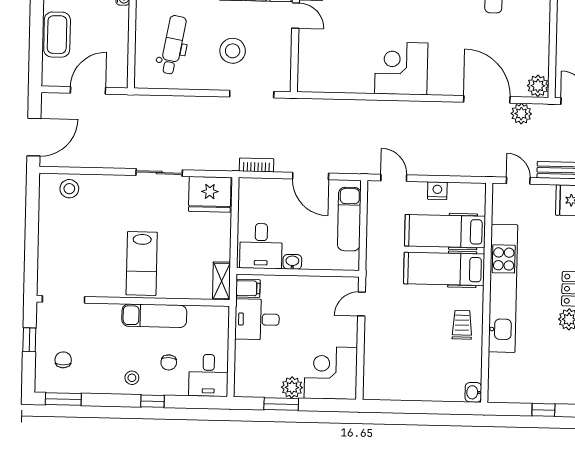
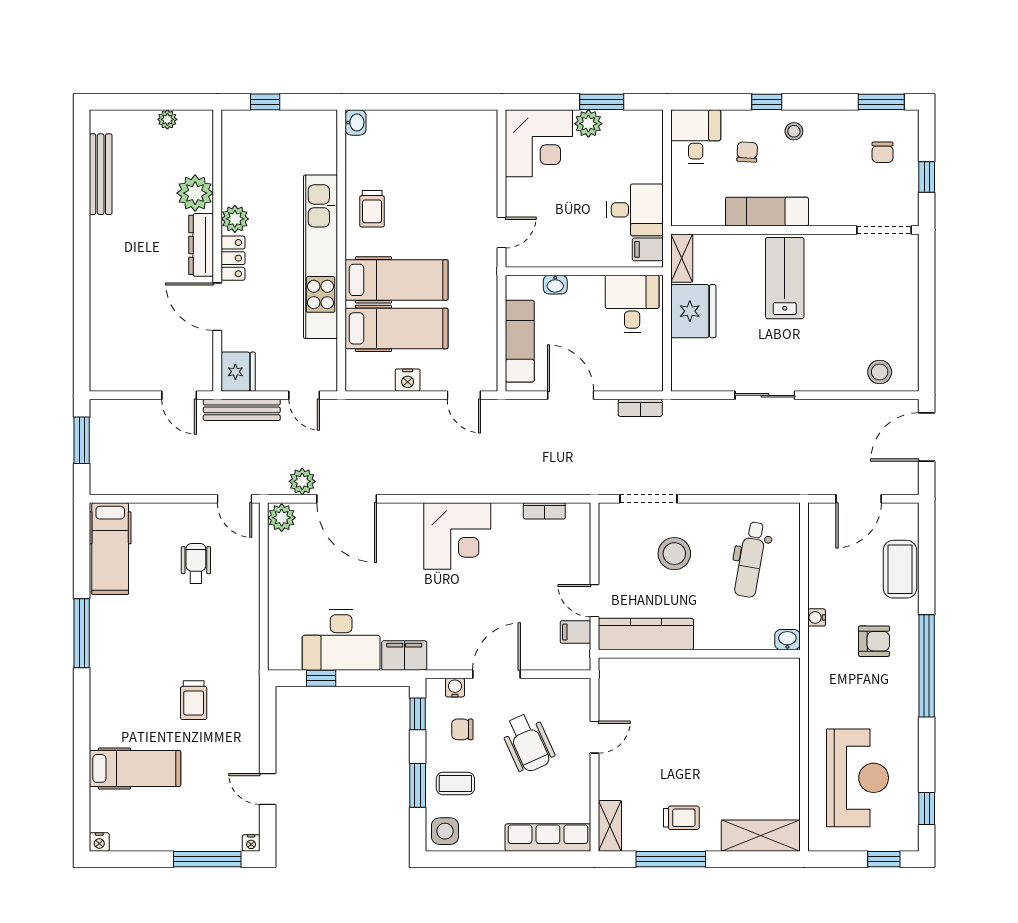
bookcase: (333, 86) -> (544, 511), added
fridge: (210, 194) -> (693, 311), moved, turned 90
washbasin: (292, 262) -> (555, 285), moved

